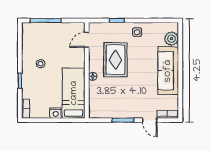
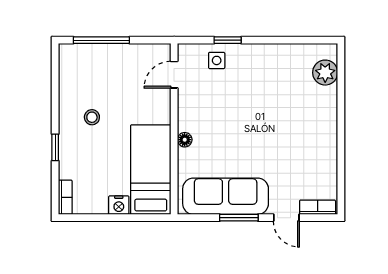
side table: (137, 32) -> (217, 60), moved
rug: (115, 60) -> (225, 110), removed
sofa: (168, 71) -> (226, 196), moved, turned 90

